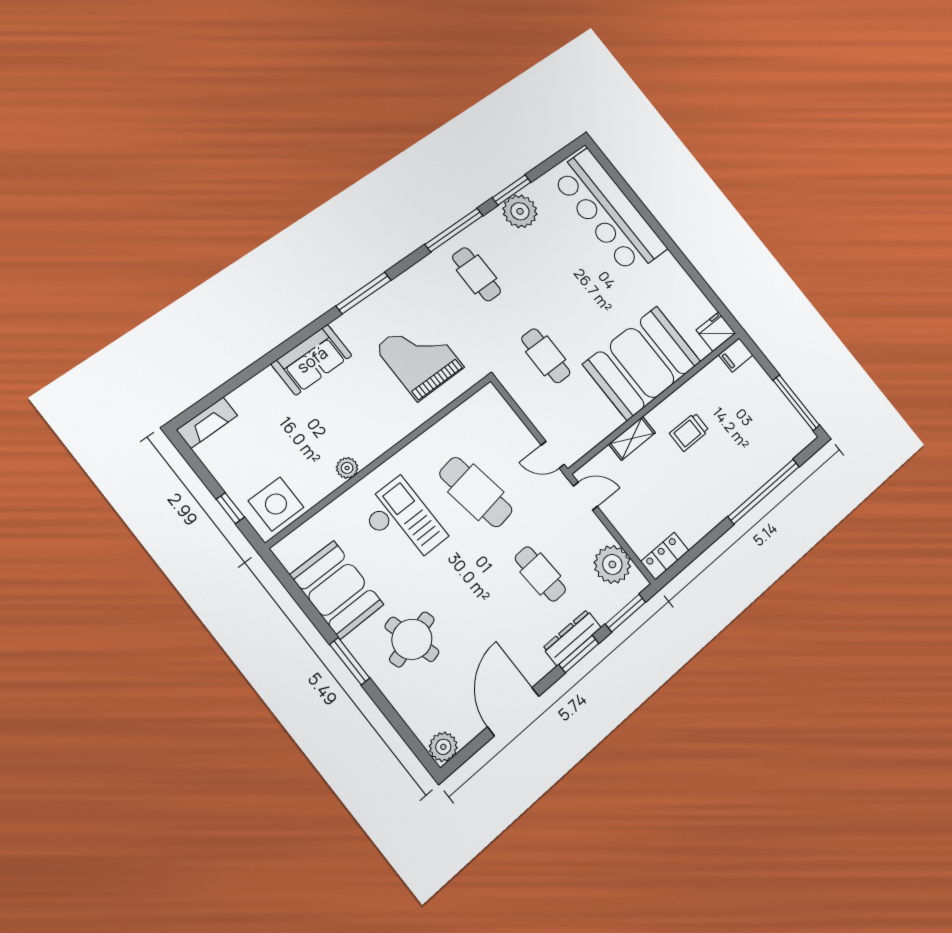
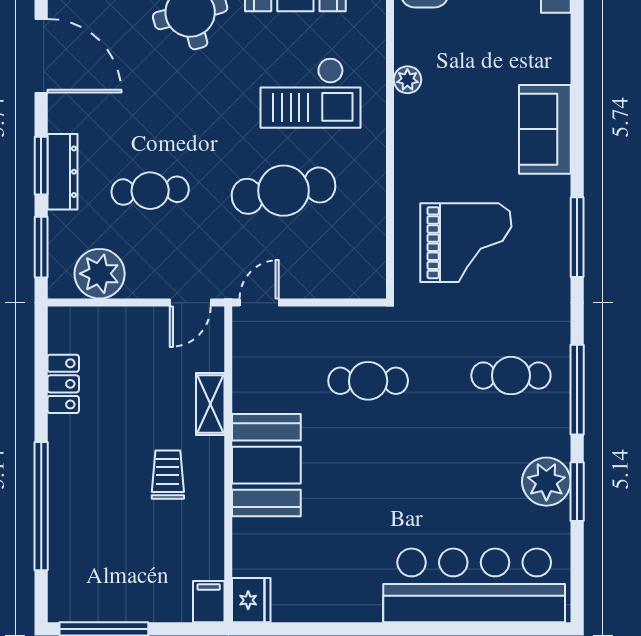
booth: (642, 363) -> (266, 465), width x0.73, depth x0.70
locker: (665, 556) -> (63, 384), moved

